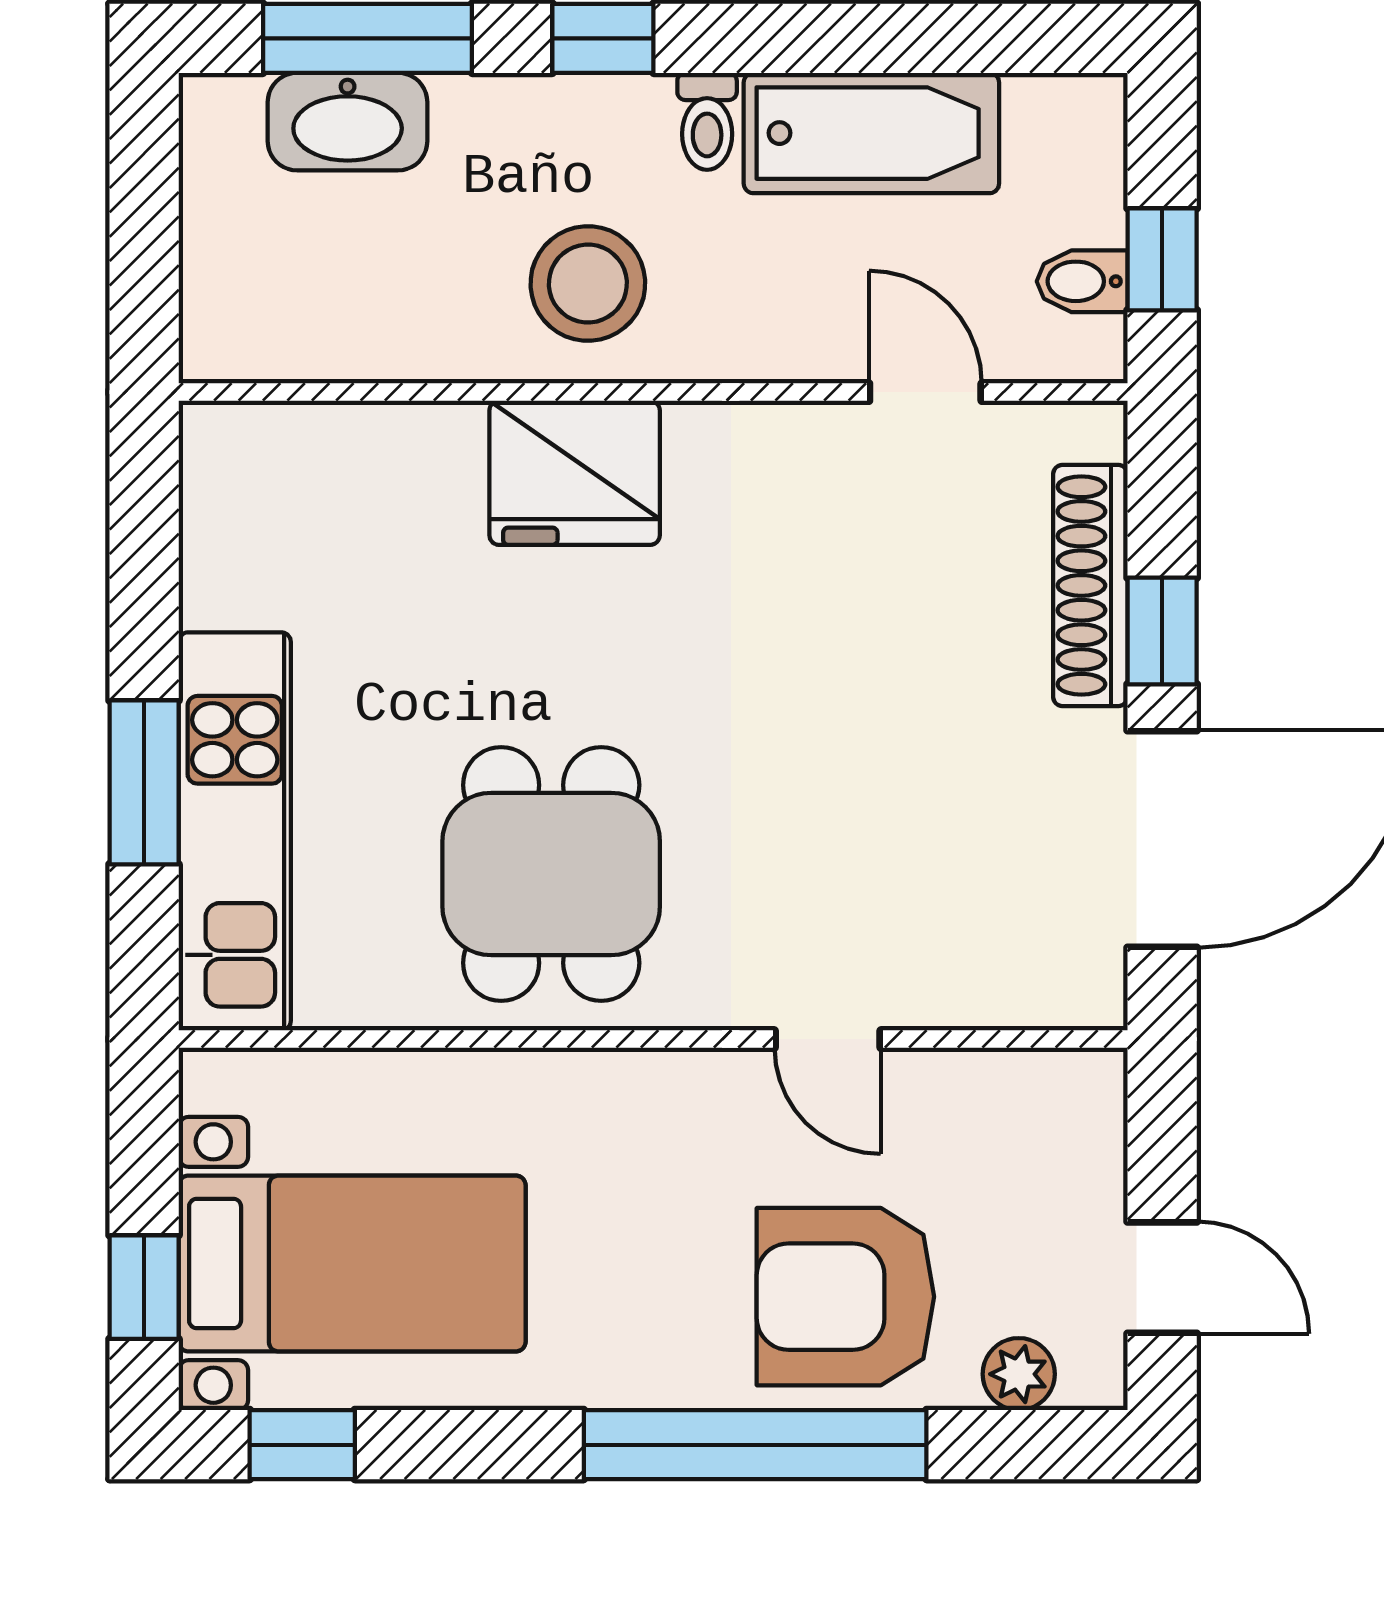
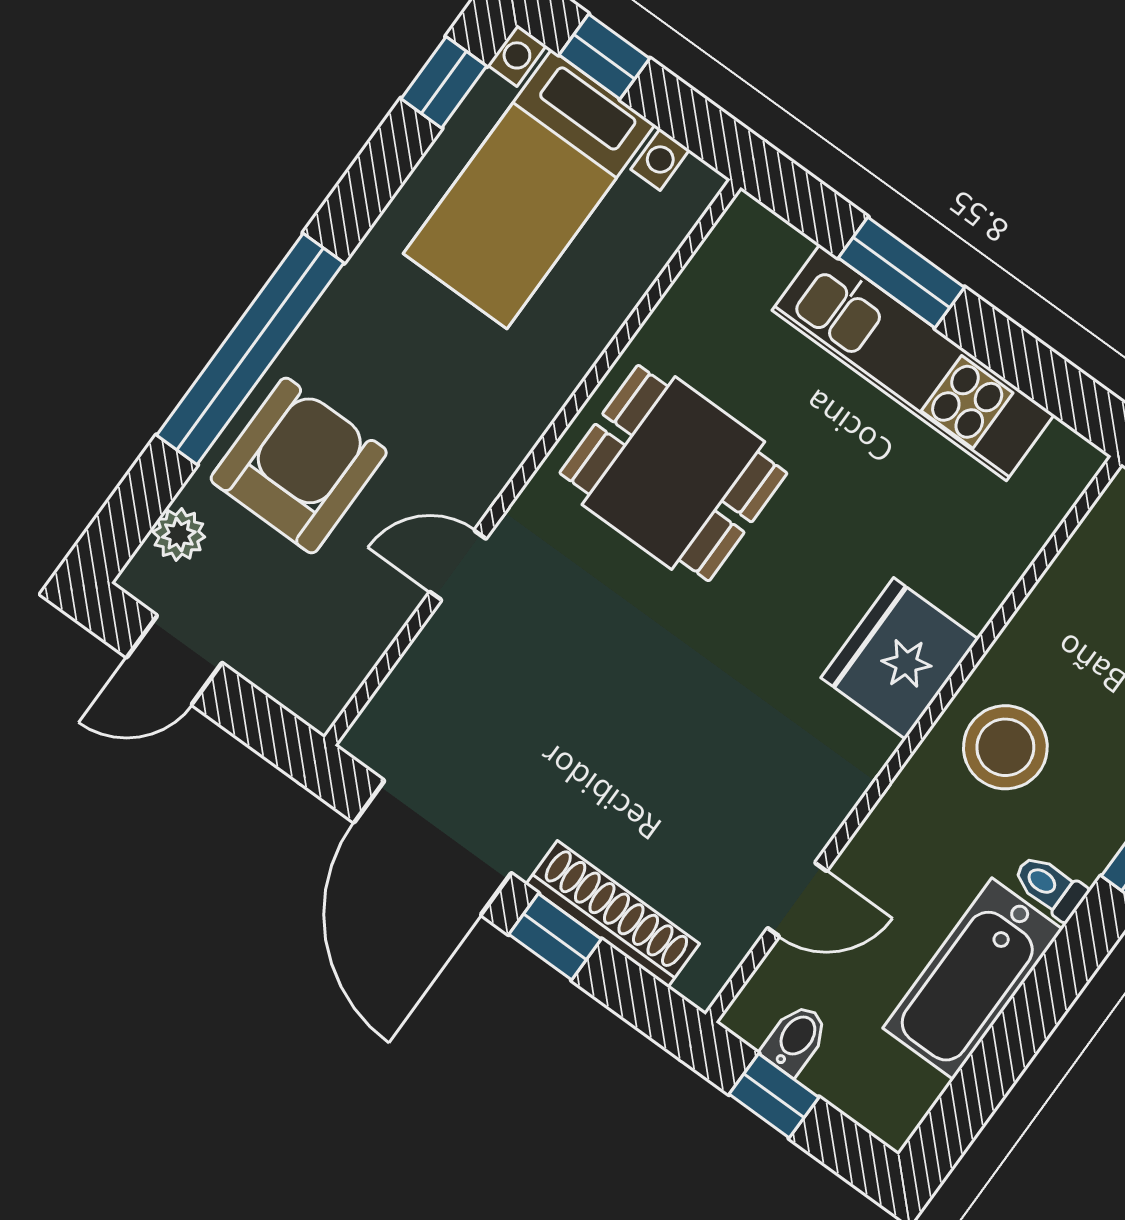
kitchen unit: (235, 831) -> (913, 363), moved

